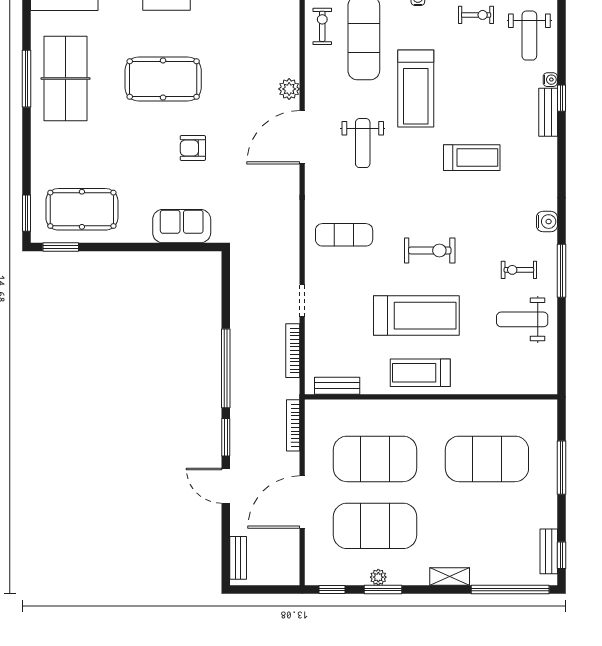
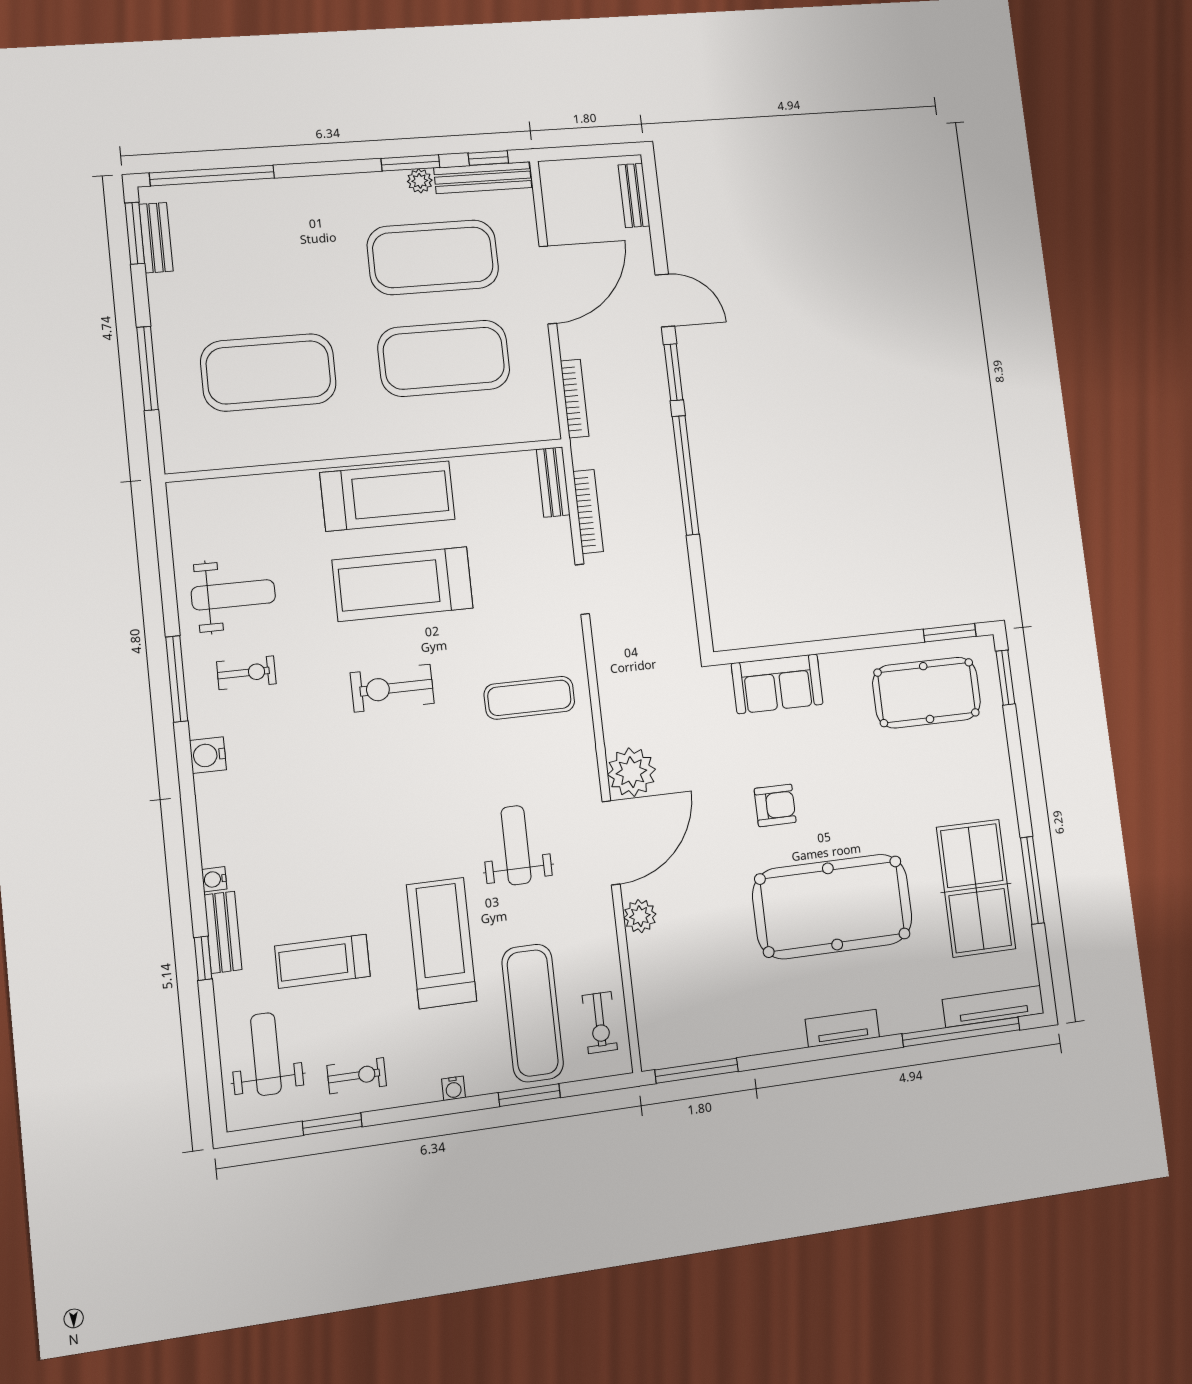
exercise bike: (476, 15) -> (357, 1076), turned 180
pool table: (163, 79) -> (832, 906), width x1.36, depth x1.32
water cooler: (550, 80) -> (214, 879), moved
treadmill: (472, 158) -> (323, 961), moved
plant: (284, 180) -> (631, 772), added
treadmill: (420, 373) -> (388, 496), width x1.37, depth x1.38
bench: (337, 386) -> (553, 482), moved, turned 90
window: (561, 555) -> (135, 233), width x1.50
bench: (337, 577) -> (483, 178), added
shelving: (450, 577) -> (309, 189), removed

